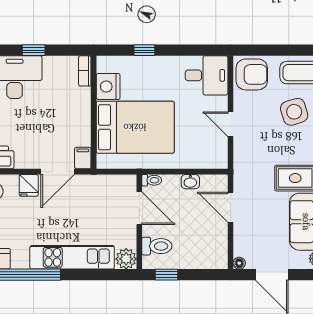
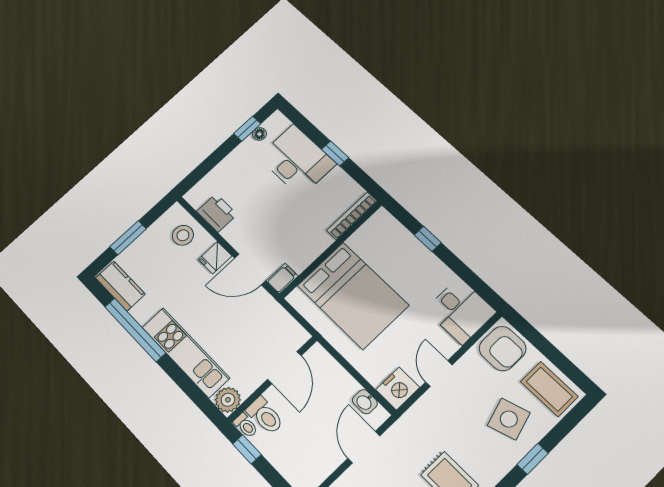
bookcase: (85, 71) -> (352, 216), width x1.56
nightstand: (108, 87) -> (398, 388), moved, turned 180
toilet: (152, 180) -> (246, 426), moved
washbasin: (190, 182) -> (365, 402), moved

